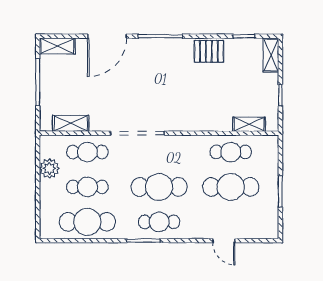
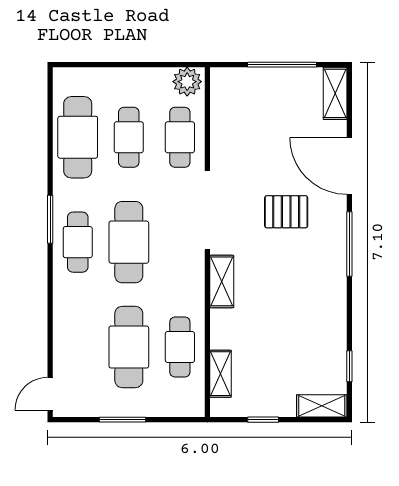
pallet: (209, 51) -> (286, 212), moved, turned 90
shelving: (71, 123) -> (222, 281), moved
plant: (49, 168) -> (187, 82), moved
door: (224, 241) -> (50, 394), moved

